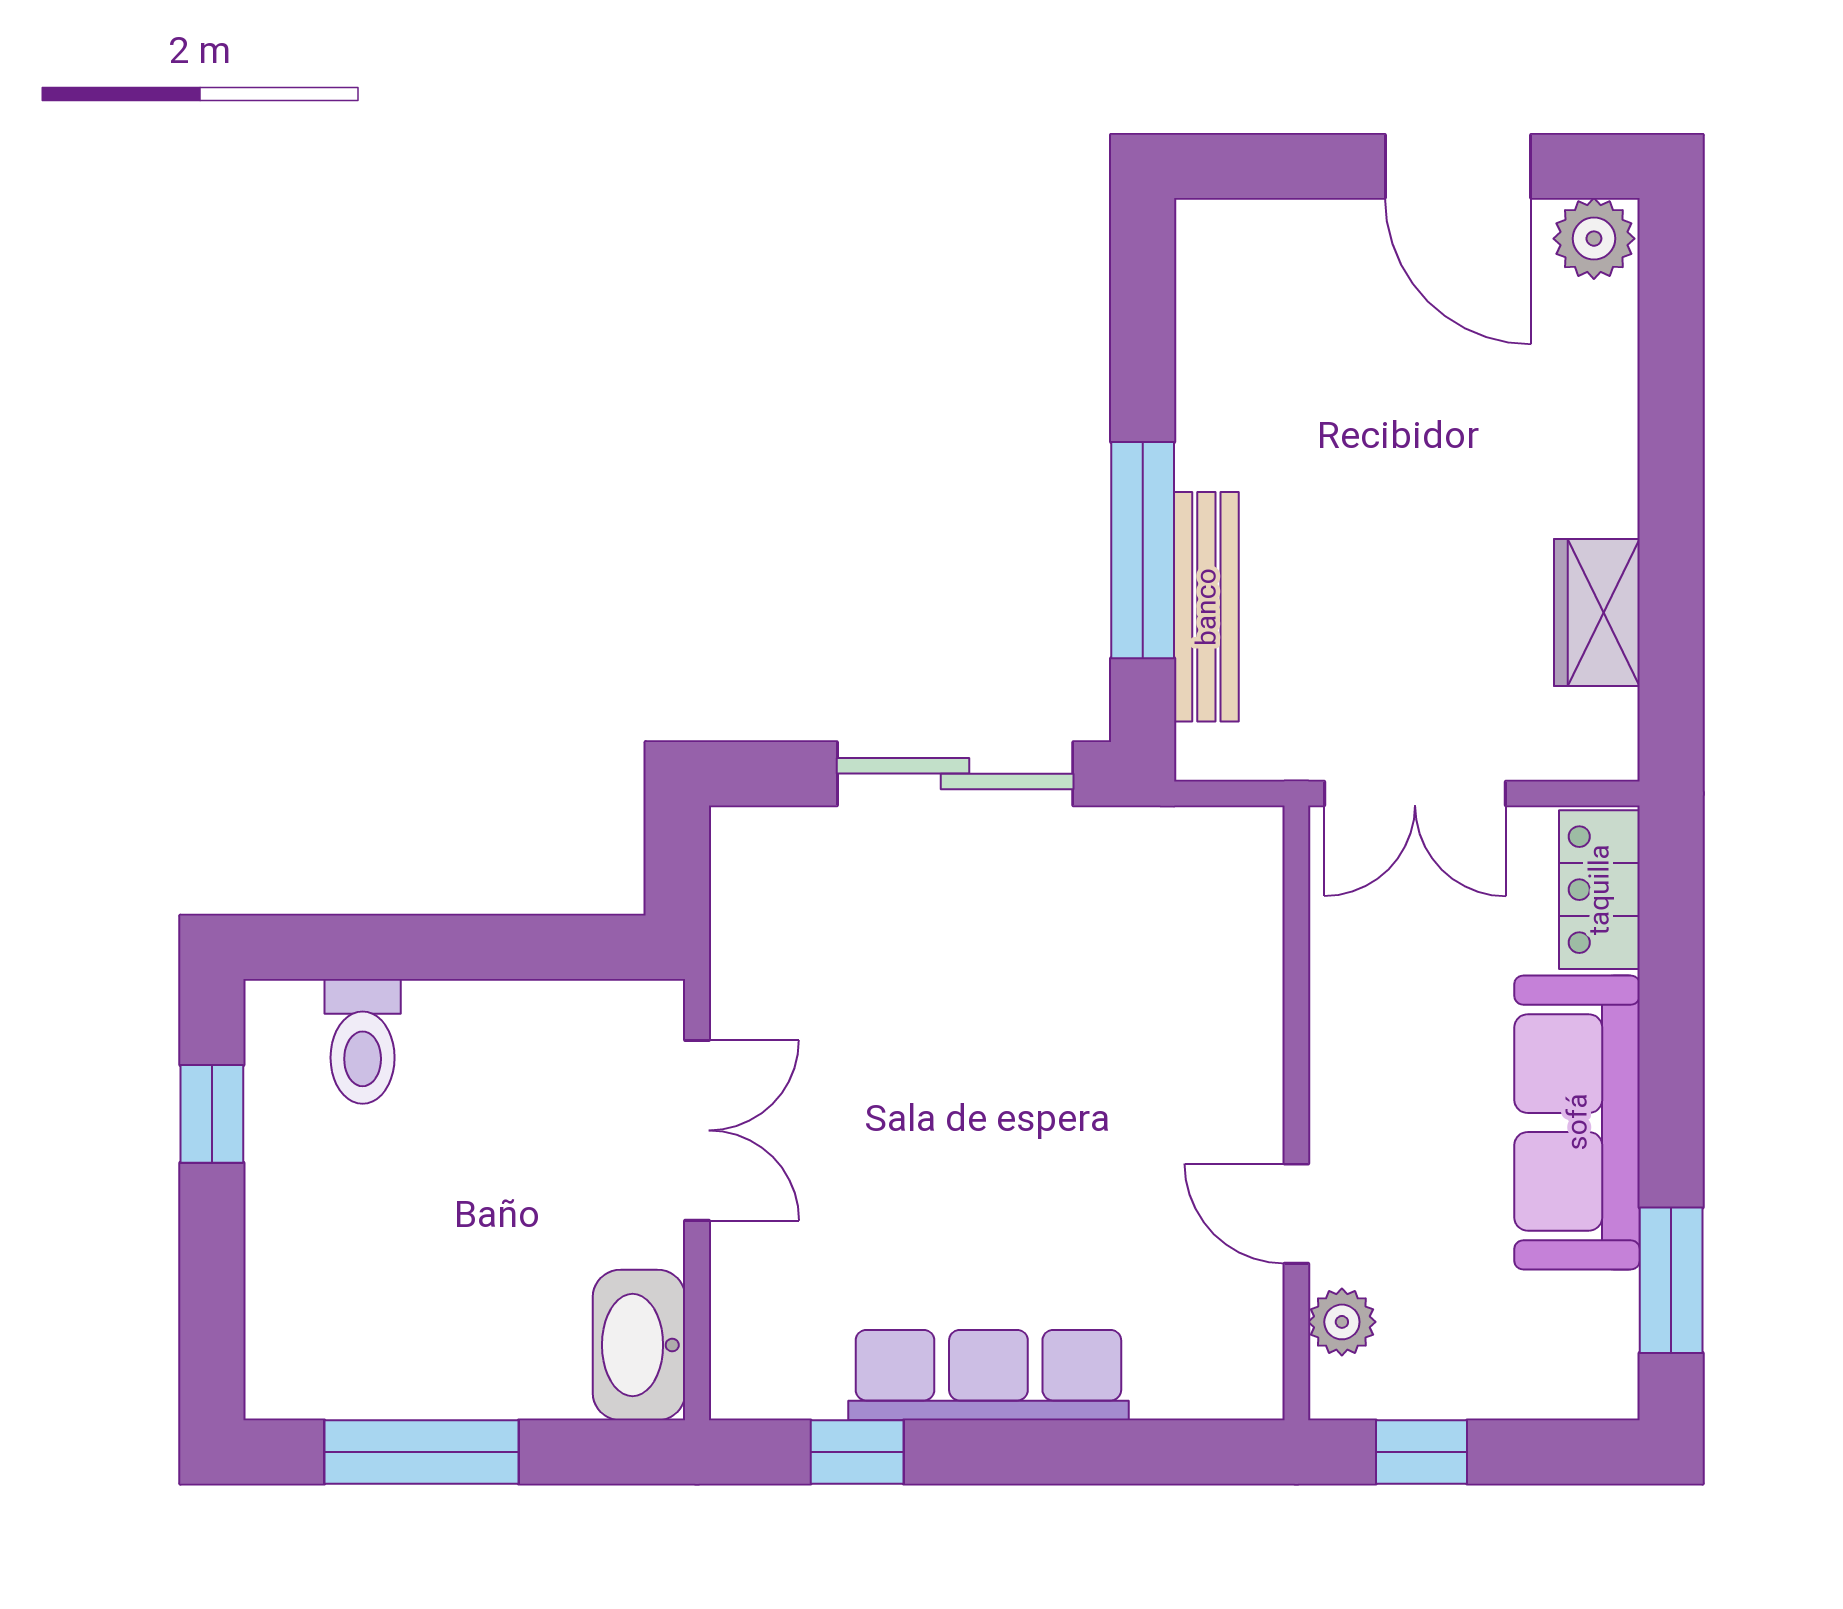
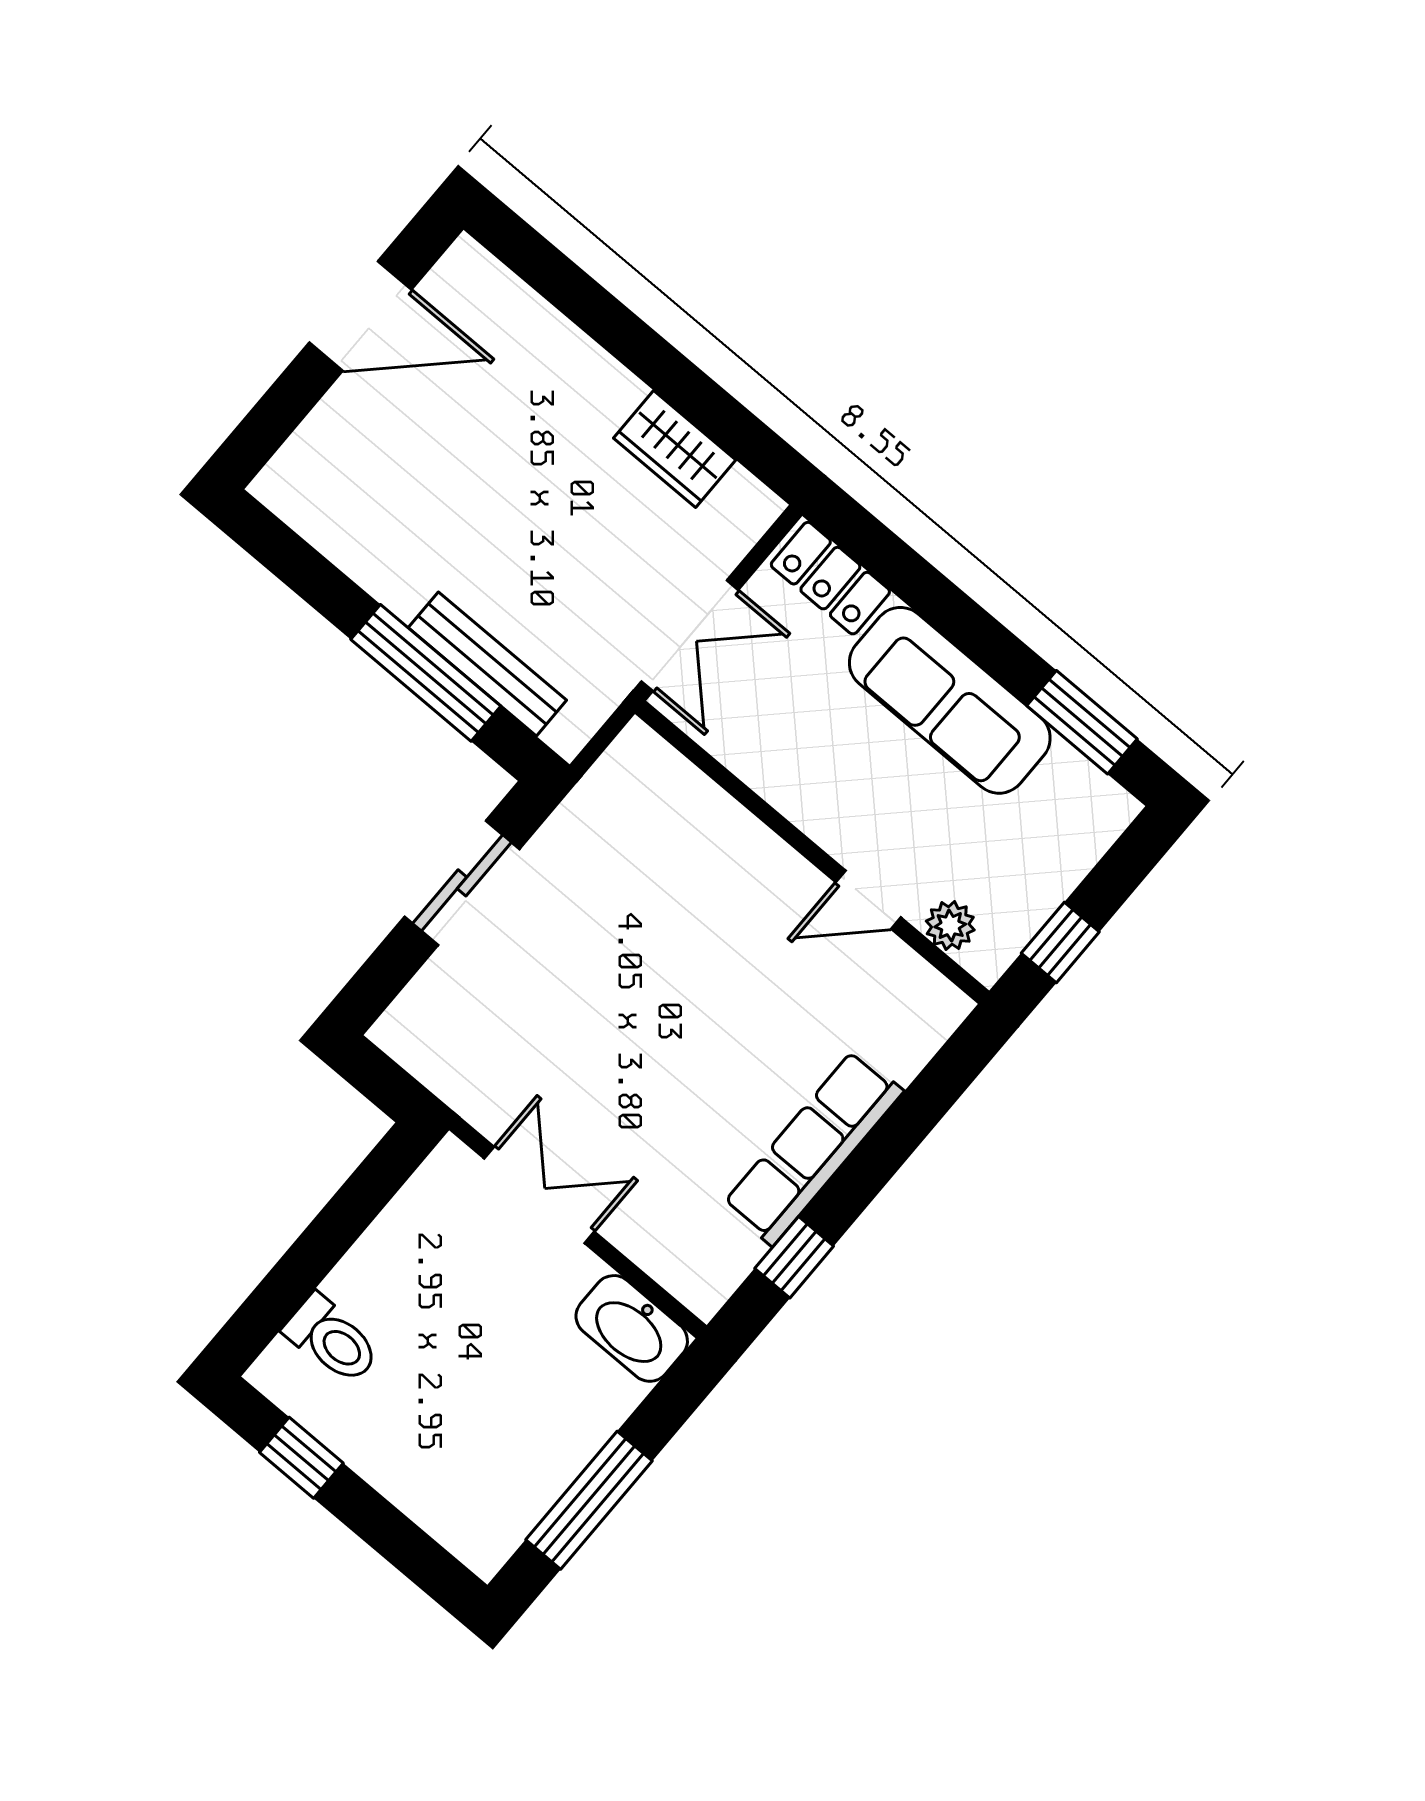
plant: (1594, 239) -> (465, 274), removed
sliding door: (955, 774) -> (462, 883), width x0.73

